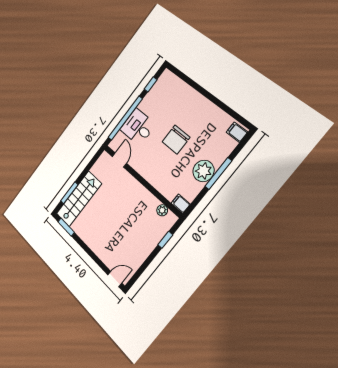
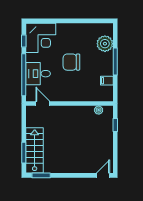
corner desk: (168, 93) -> (41, 38), added
filing cabinet: (237, 132) -> (106, 30), removed
chair: (176, 140) -> (71, 62), turned 90
plant: (203, 171) -> (105, 44), moved
filing cabinet: (181, 204) -> (107, 81), moved

